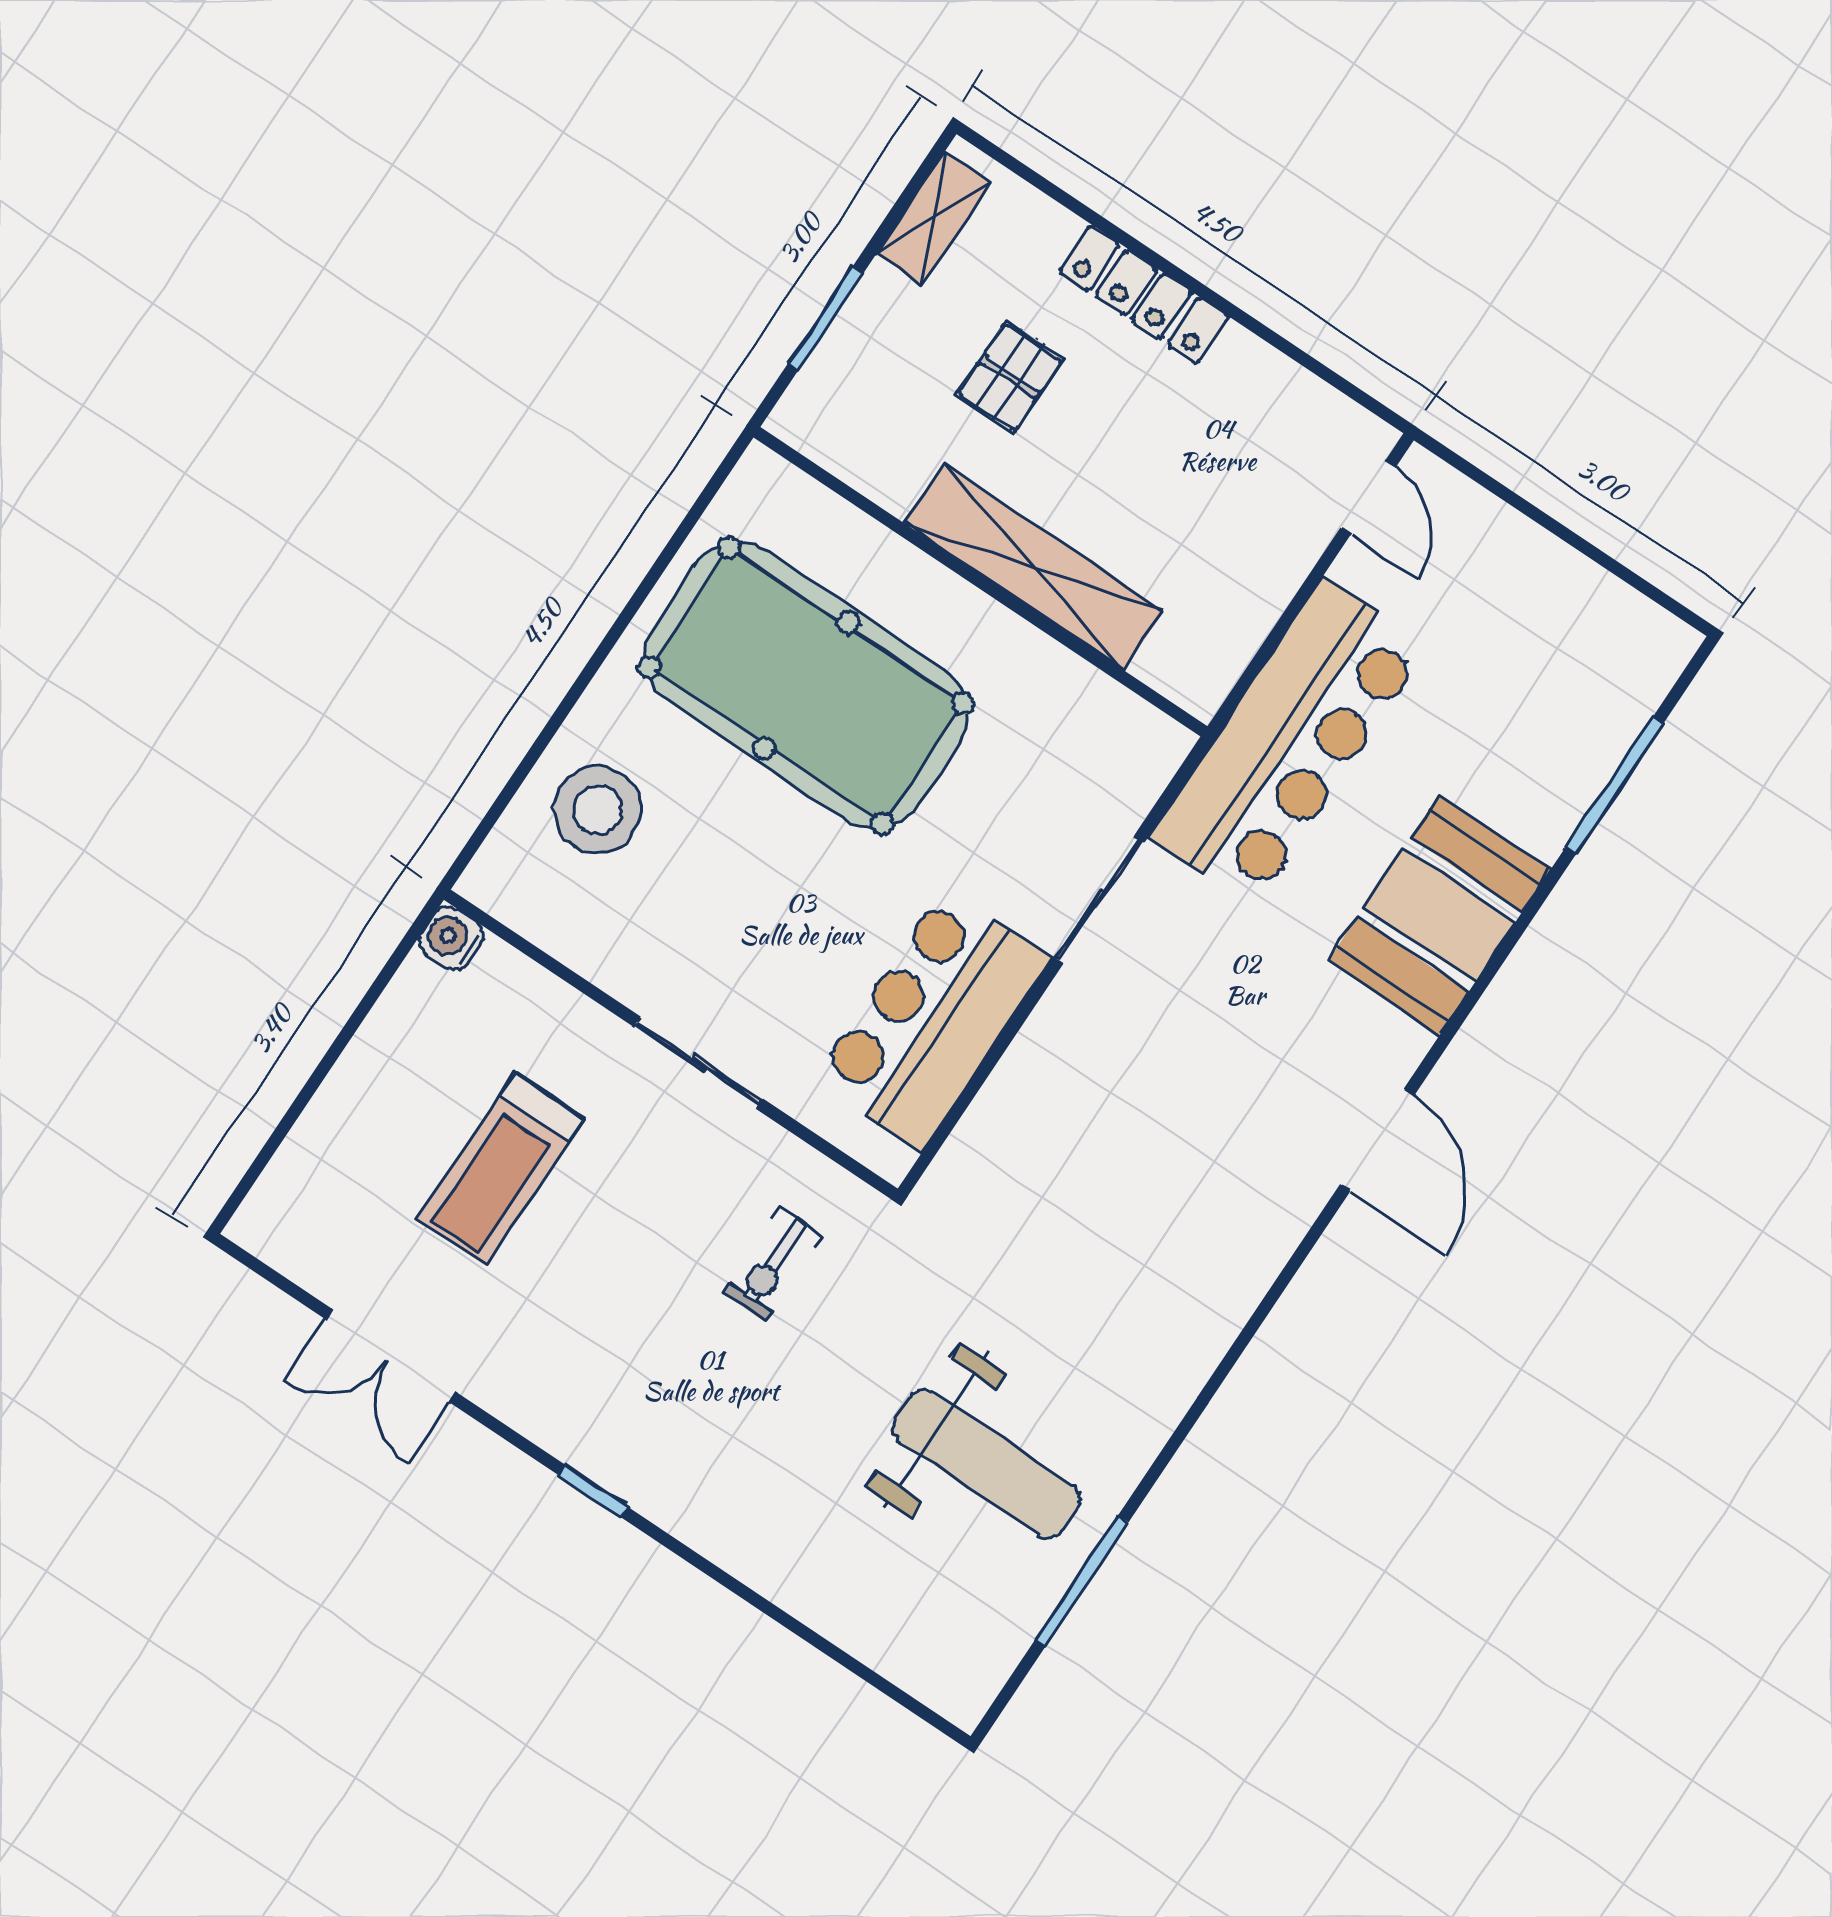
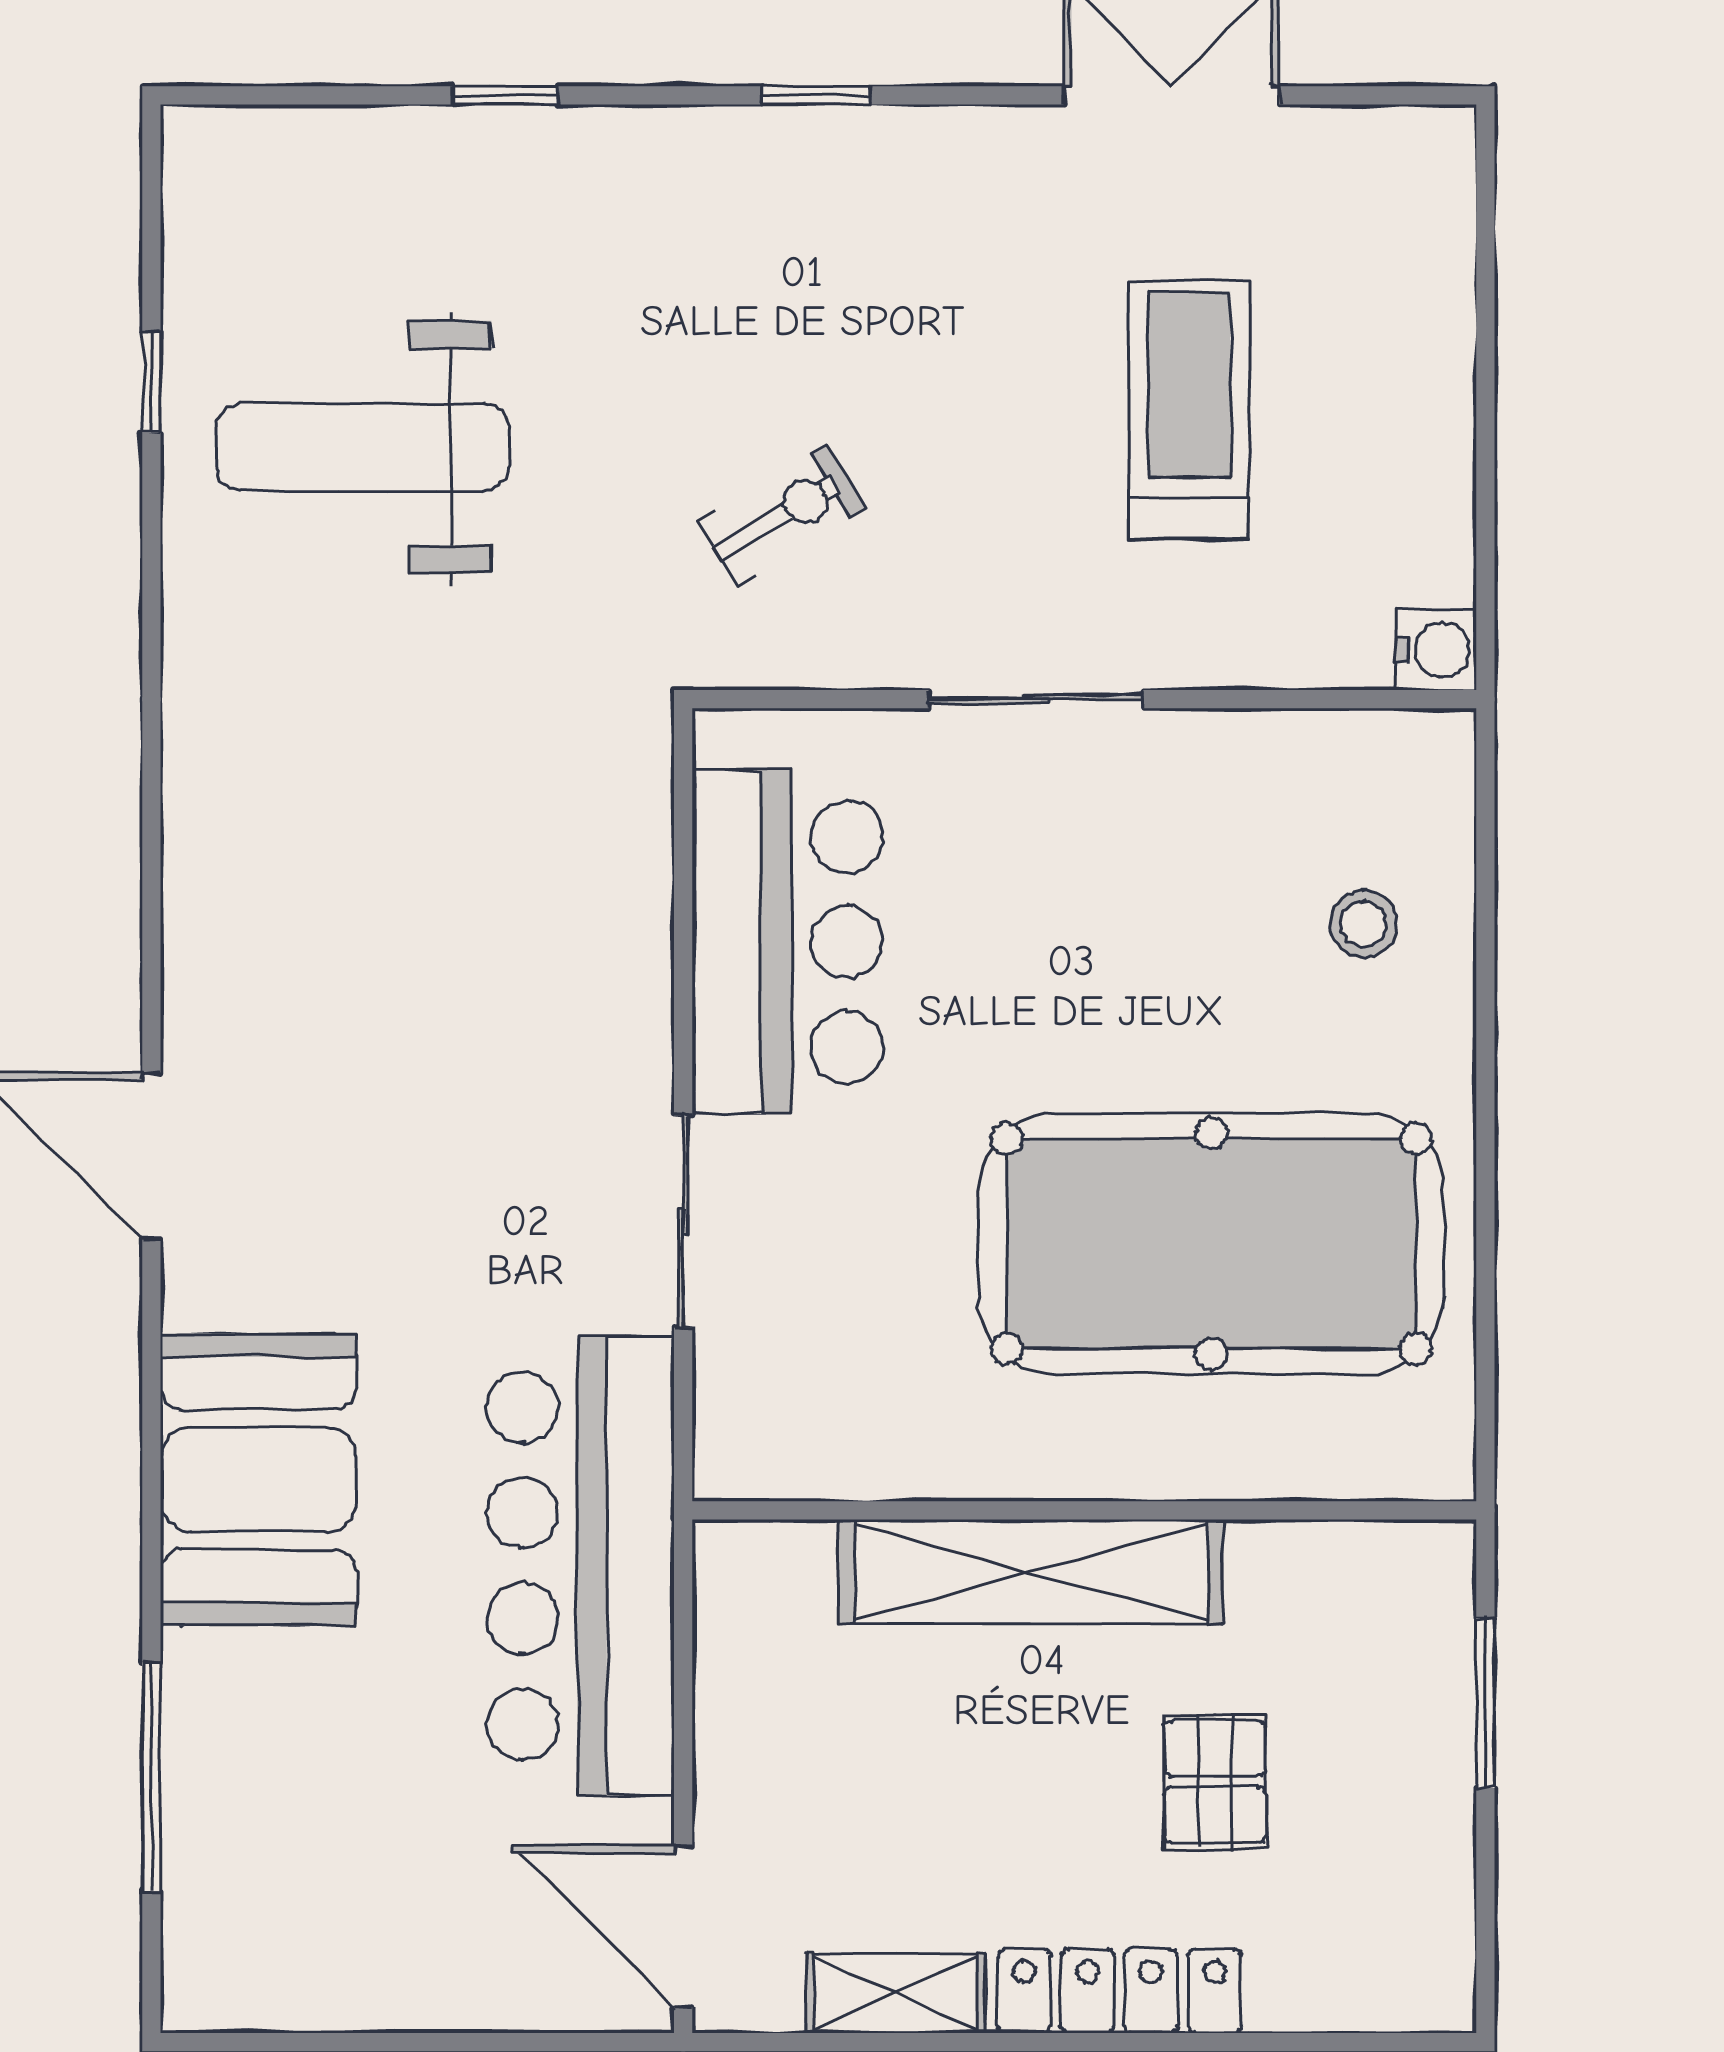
shelving: (933, 218) -> (896, 1993), moved, turned 90
door: (1368, 498) -> (683, 1926), width x1.38
stool: (597, 810) -> (1363, 924), width x0.53, depth x0.53
exercise bike: (773, 1265) -> (782, 515), turned 59
window: (1082, 1581) -> (151, 382), width x0.46
window: (770, 1610) -> (506, 95), added

